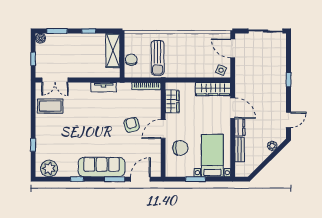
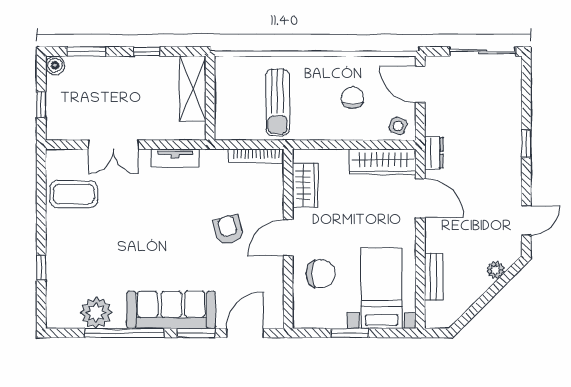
chair: (131, 60) -> (353, 98), moved
double door: (55, 80) -> (113, 145), moved
dresser: (240, 127) -> (434, 153), moved
plant: (49, 168) -> (96, 313), moved
window: (77, 179) -> (125, 333), width x3.17

